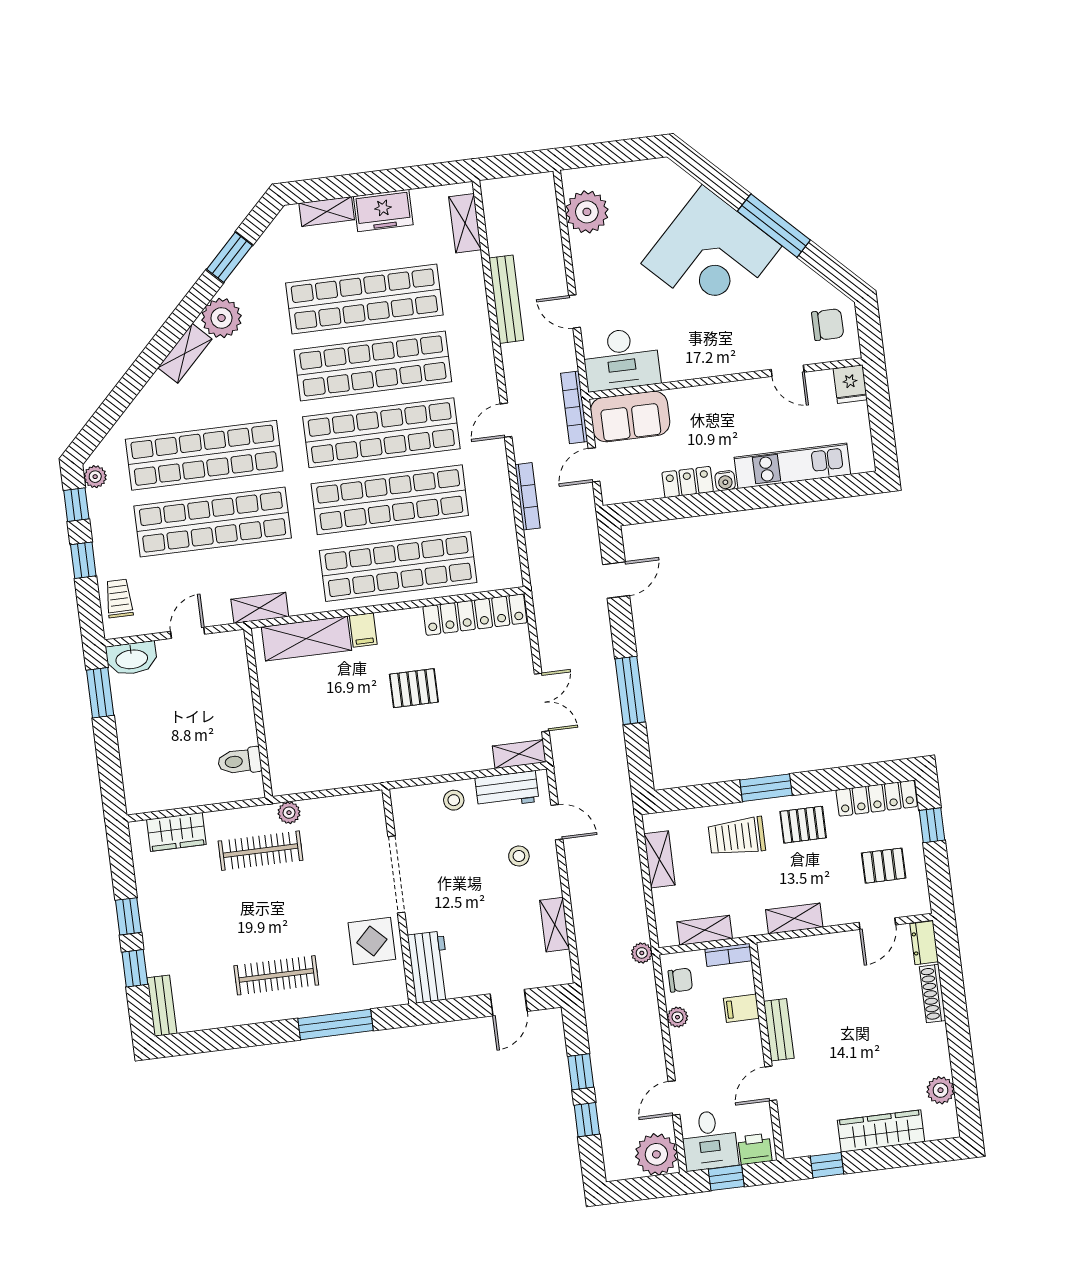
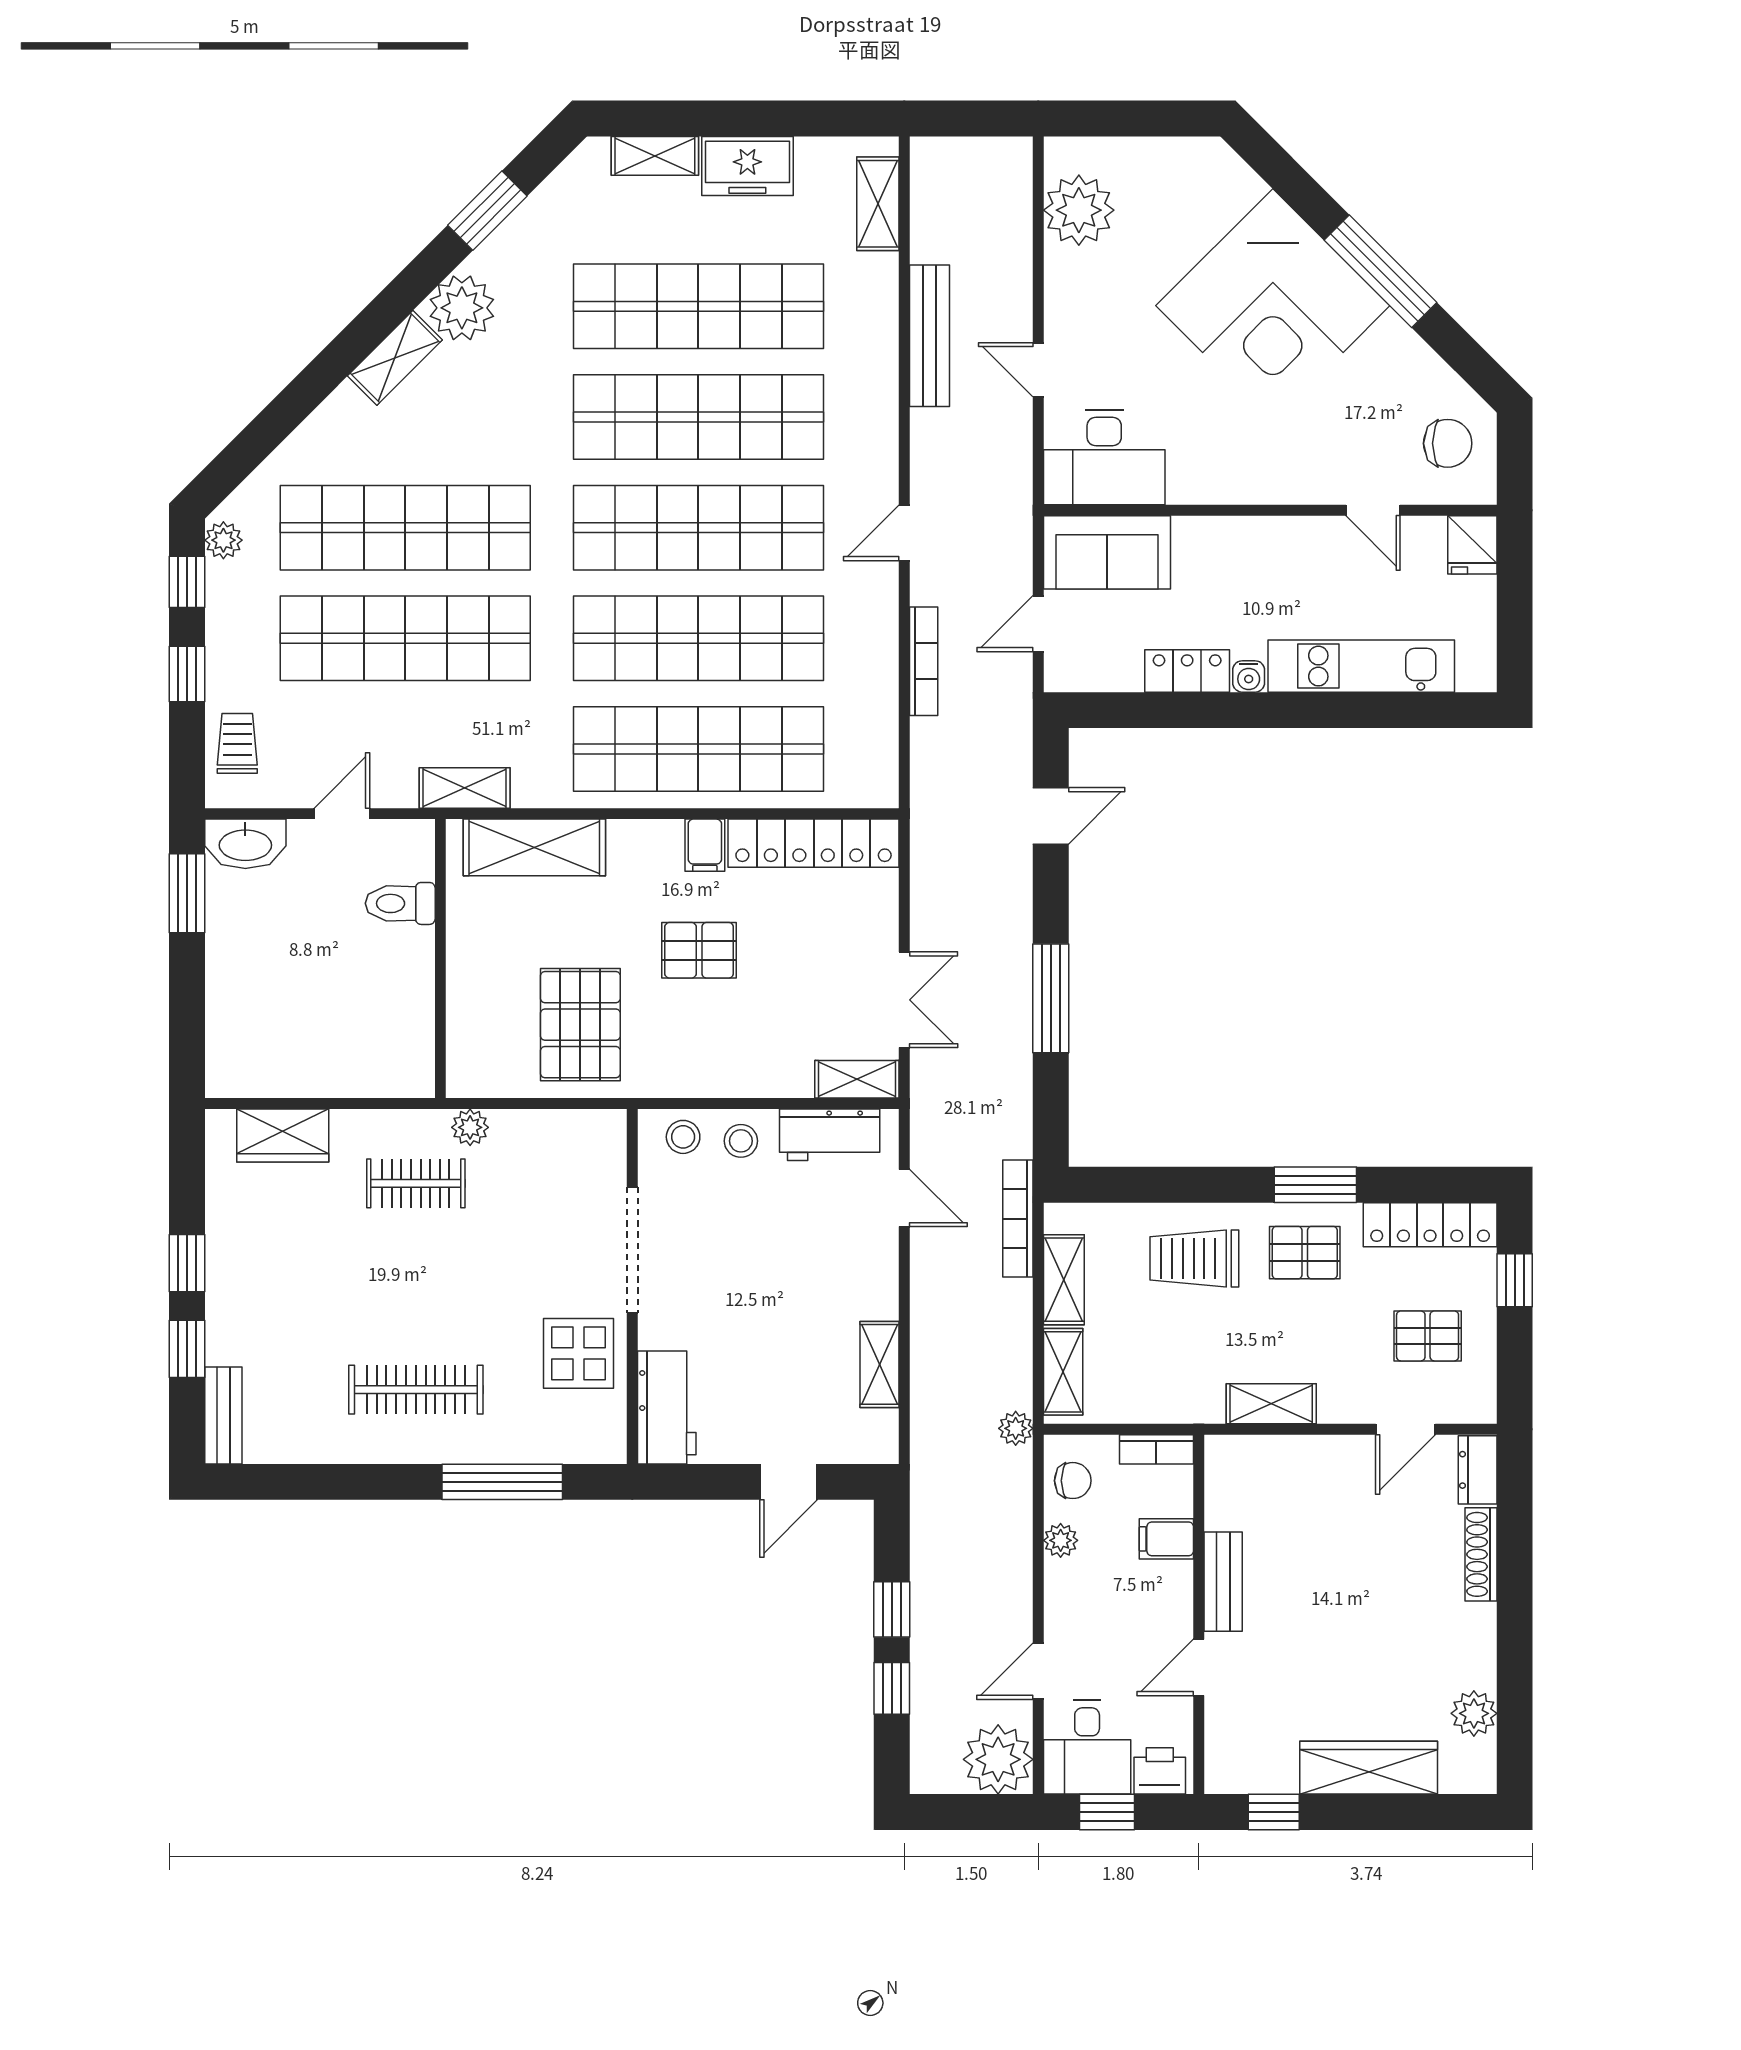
bookcase: (574, 407) -> (1018, 1219), moved
filing cabinet: (363, 630) -> (705, 845), moved
pallet: (348, 742) -> (580, 1025), added
toilet: (240, 761) -> (400, 903), moved
window: (766, 788) -> (1315, 1185), moved
clothes rail: (261, 851) -> (416, 1183), width x0.73
stool: (519, 856) -> (683, 1137), moved
shelving: (705, 930) -> (1063, 1372), moved, turned 90

